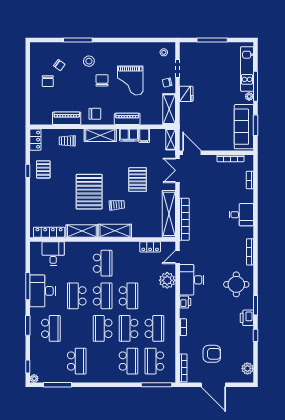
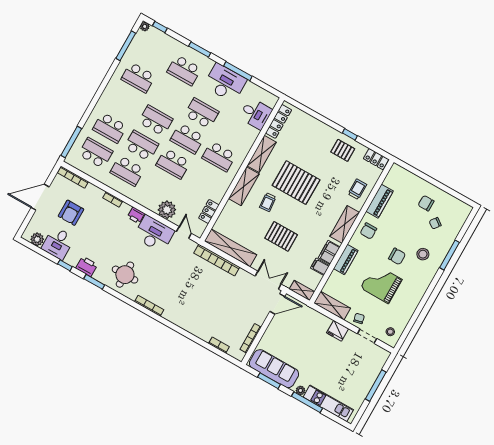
desk: (241, 215) -> (58, 243), moved

